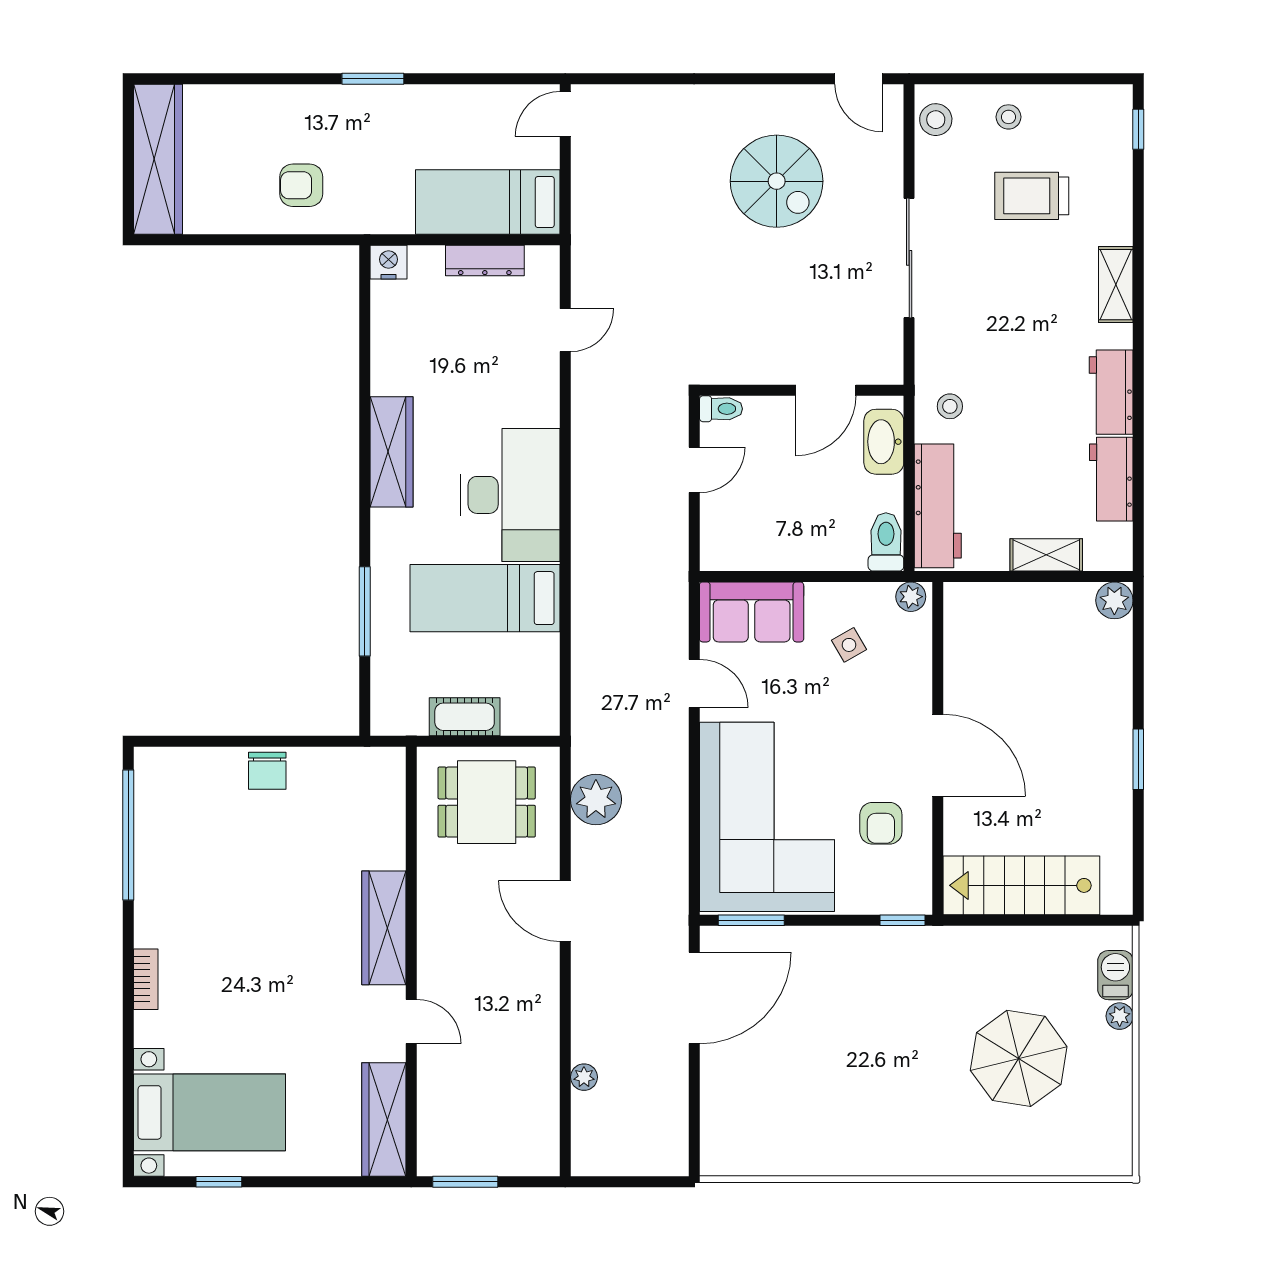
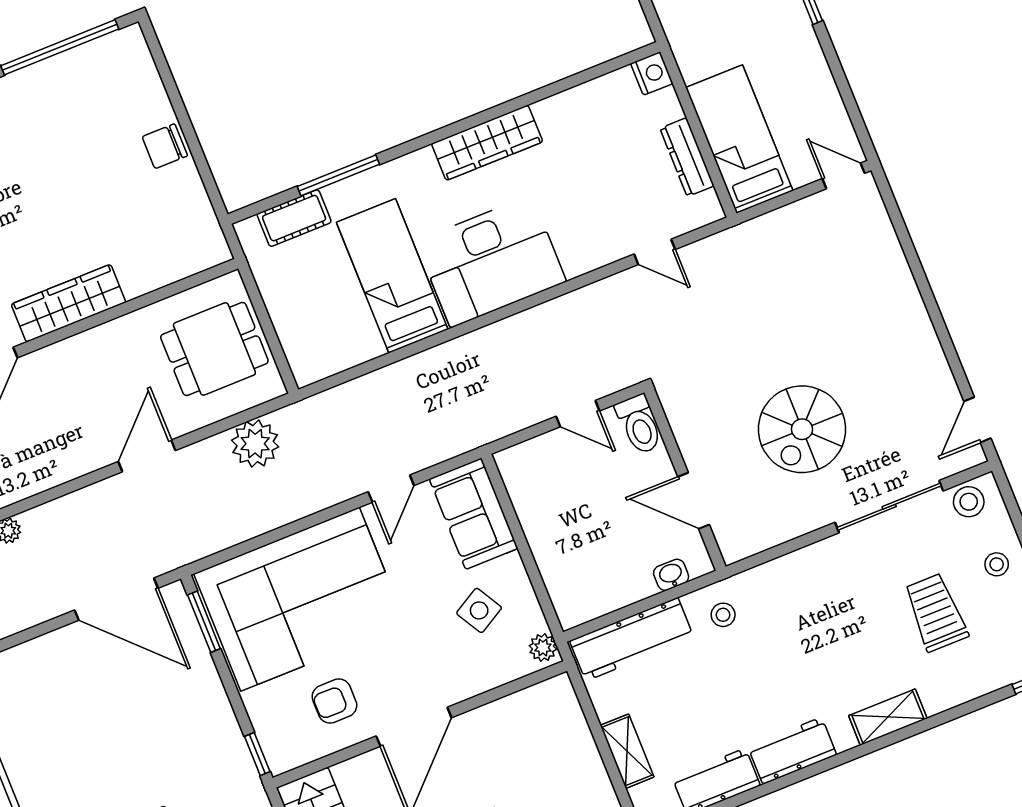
spiral stairs: (777, 181) -> (802, 429), moved
sliding door: (909, 258) -> (889, 507), moved
toilet: (721, 409) -> (639, 424), width x1.37, depth x1.39
washbasin: (884, 442) -> (671, 575), width x0.52, depth x0.69
toilet: (886, 542) -> (582, 607), removed
side table: (849, 645) -> (479, 610), width x1.37, depth x1.37
cot: (465, 717) -> (294, 218), moved, turned 90
dining table: (487, 802) -> (214, 349), turned 90

